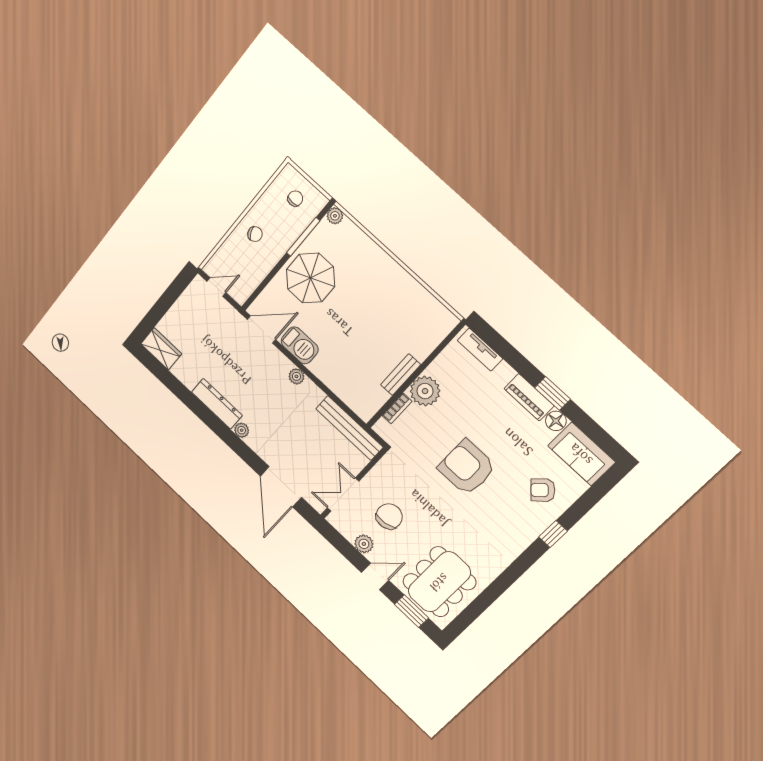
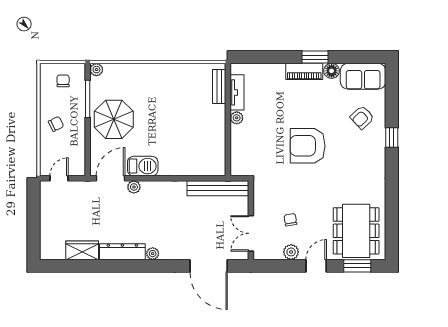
wardrobe: (161, 349) -> (82, 250), moved
tv unit: (480, 350) -> (237, 92), moved, turned -90
bench: (401, 375) -> (219, 87), moved
plant: (296, 376) -> (134, 187), moved
plant: (425, 391) -> (237, 118), width x0.53, depth x0.53
bookcase: (397, 408) -> (235, 149), removed
chair: (389, 516) -> (290, 220), width x0.54, depth x0.54

